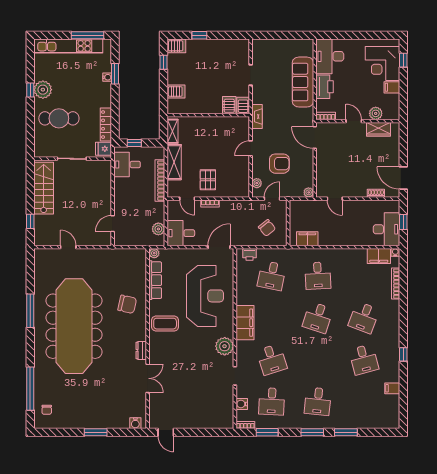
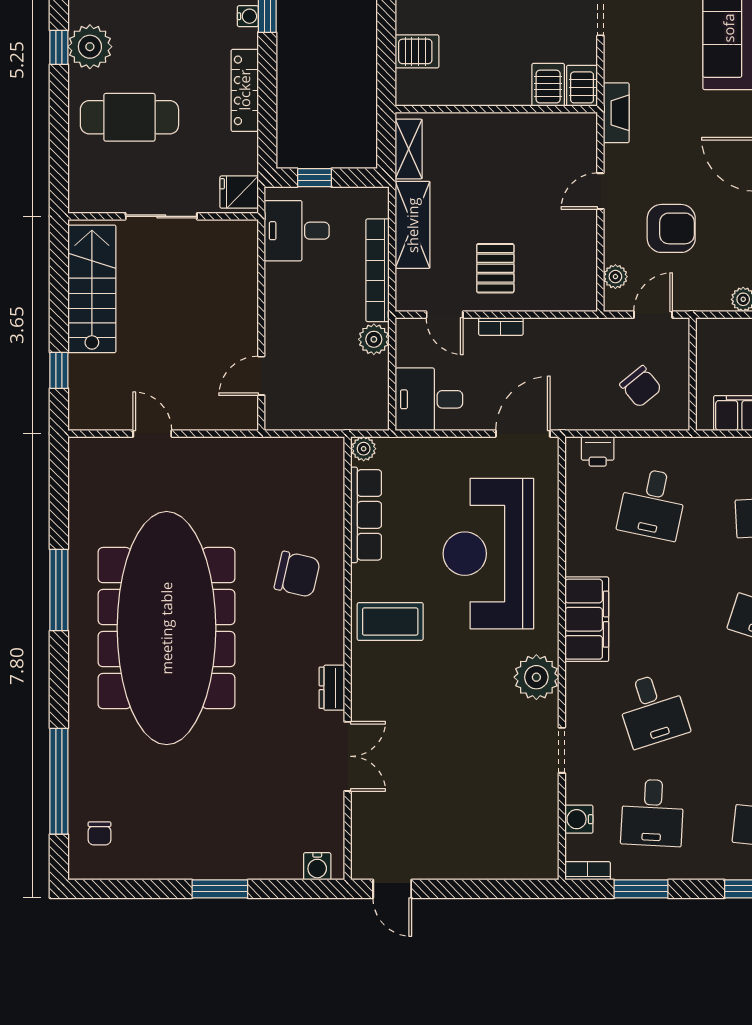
locker: (106, 125) -> (245, 90), moved
plant: (158, 229) -> (374, 339), moved
reception desk: (205, 296) -> (488, 554), turned 180

